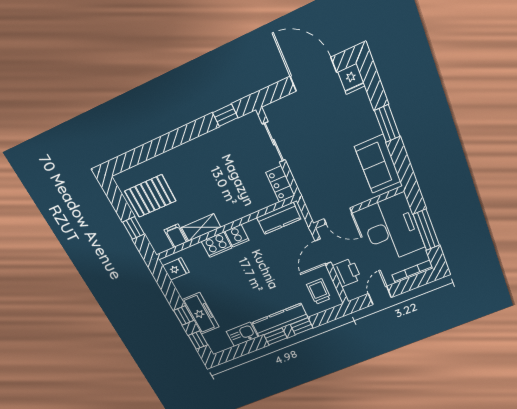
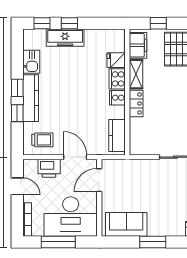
locker: (280, 184) -> (136, 103), moved, turned 90
filing cabinet: (176, 236) -> (138, 45), width x2.00
fridge: (176, 269) -> (116, 60), moved, turned 90

